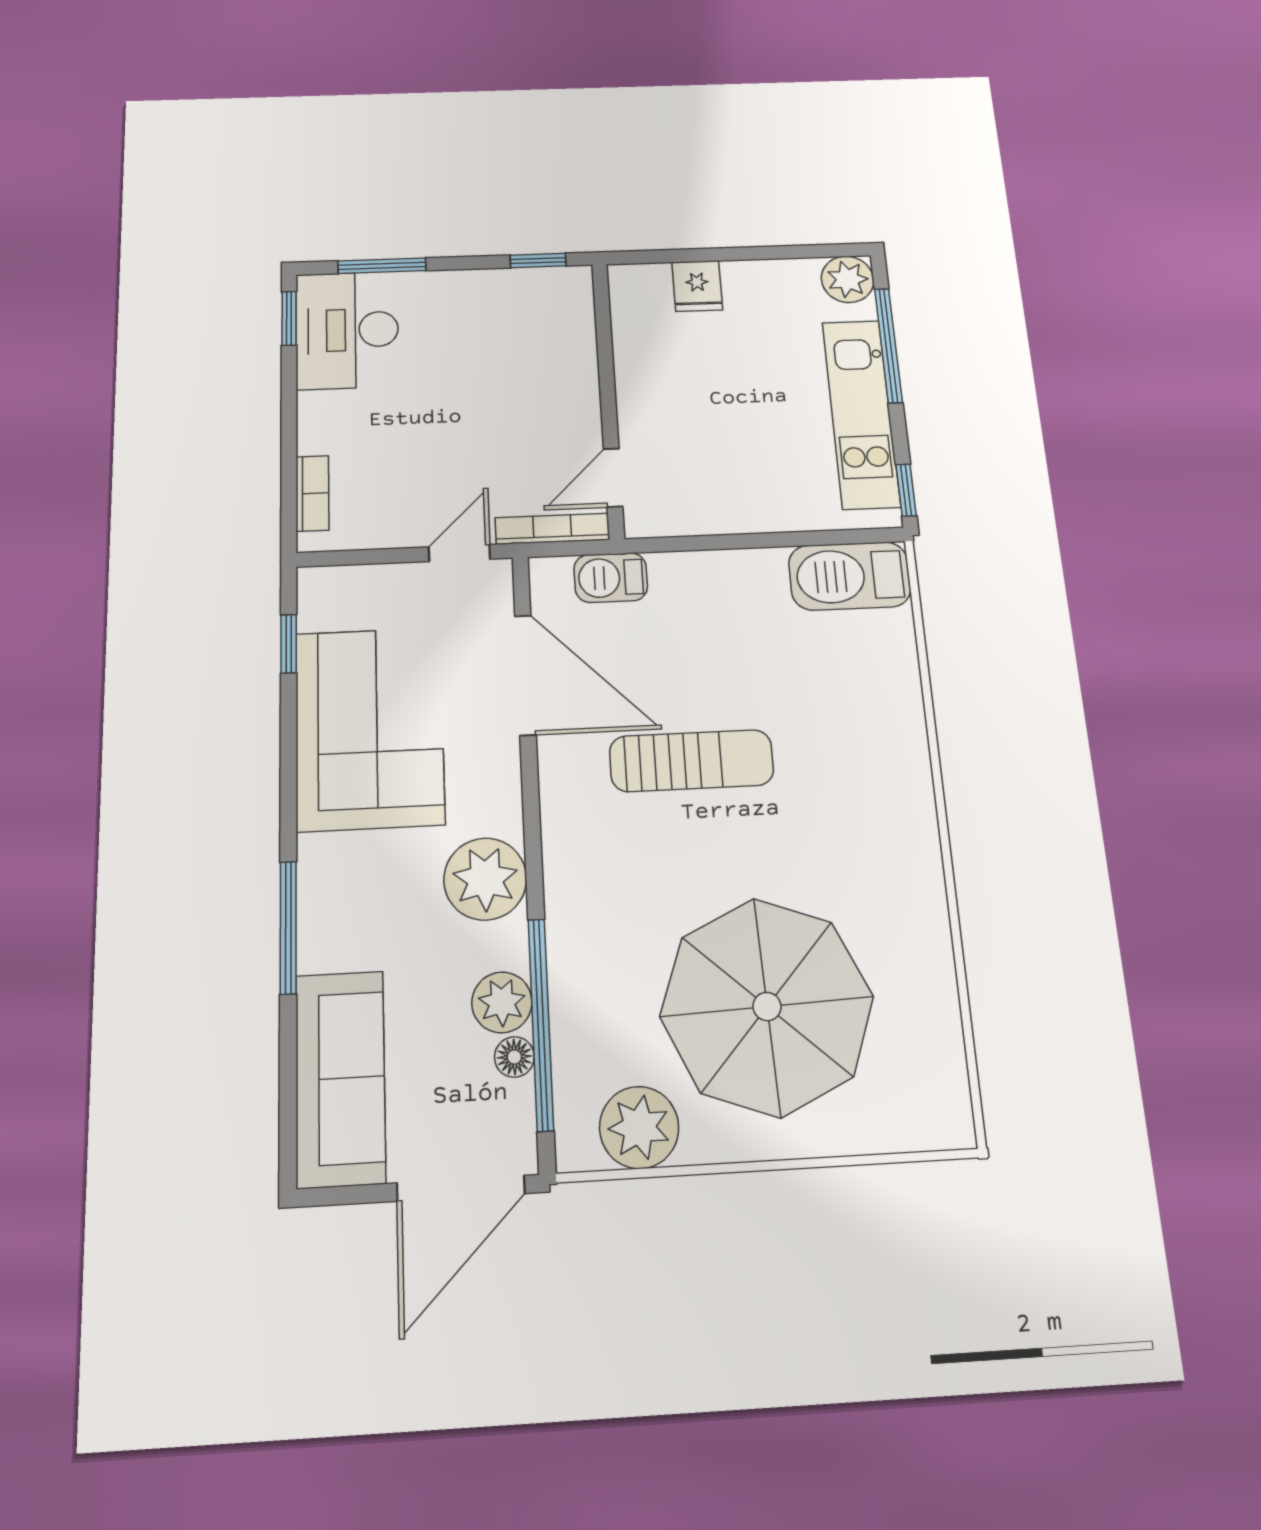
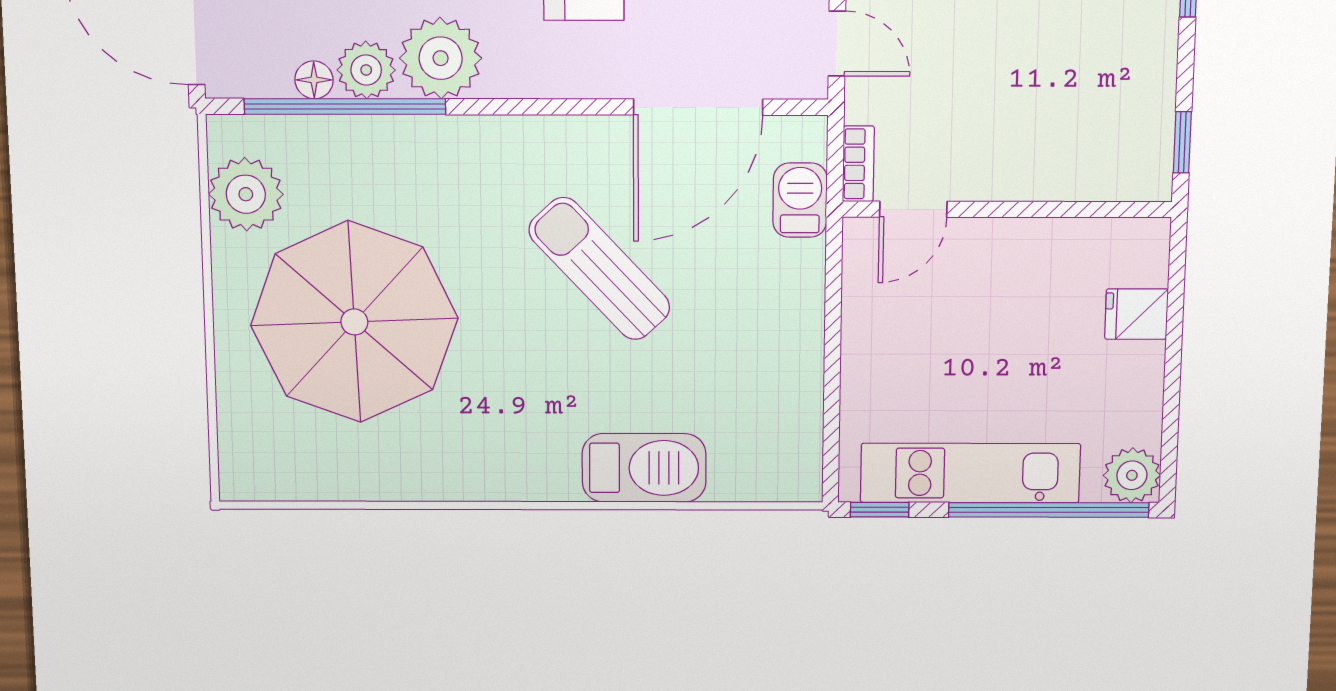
window: (888, 345) -> (1049, 510), width x1.46
door: (613, 478) -> (913, 209), swing flipped
bookcase: (552, 529) -> (858, 164), width x0.64
barbecue: (850, 576) -> (644, 468), moved, turned 90
sun lounger: (692, 761) -> (599, 269), turned 137
plant: (485, 879) -> (441, 58), moved

